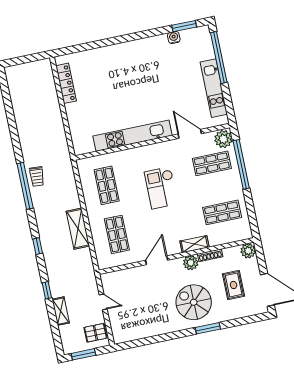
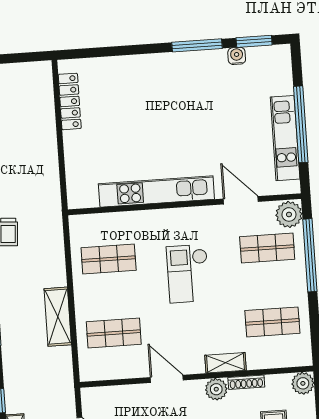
window: (146, 34) -> (197, 45), added
window: (219, 58) -> (301, 124), moved
shop shelf: (107, 185) -> (109, 259), turned 90
shop shelf: (117, 234) -> (114, 333), turned 90
door: (157, 260) -> (167, 379), hinge flipped

